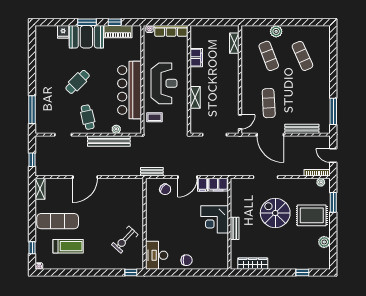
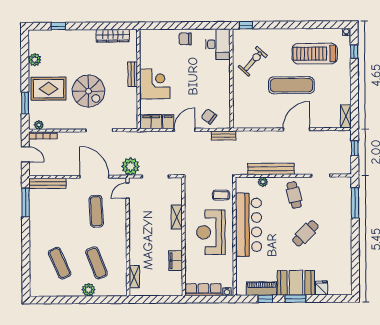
bench: (302, 129) -> (47, 183), moved
plant: (237, 144) -> (131, 166), added
exercise mat: (58, 221) -> (291, 85), moved
treadmill: (68, 246) -> (315, 54), width x1.37, depth x1.38

